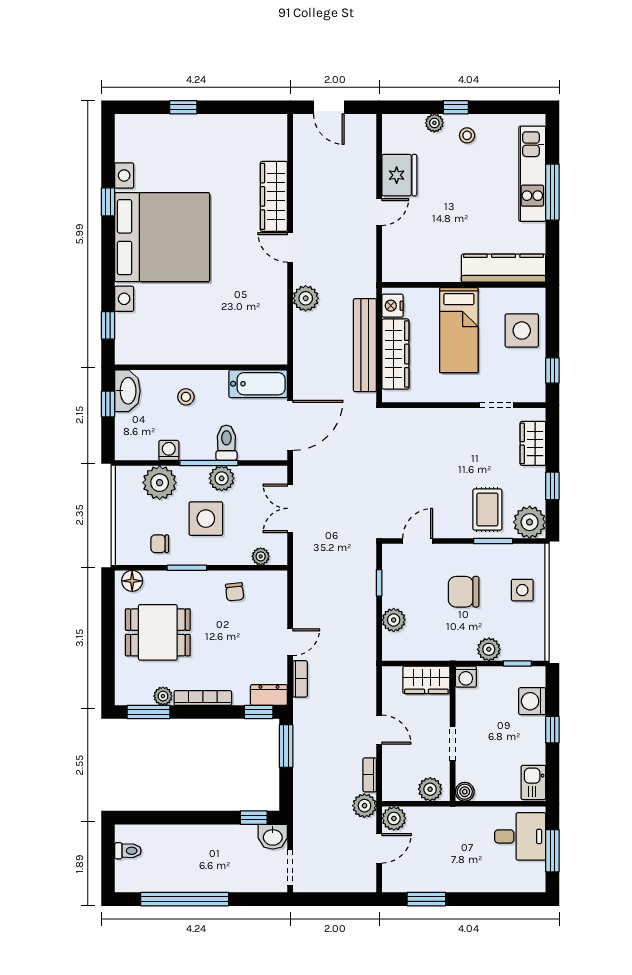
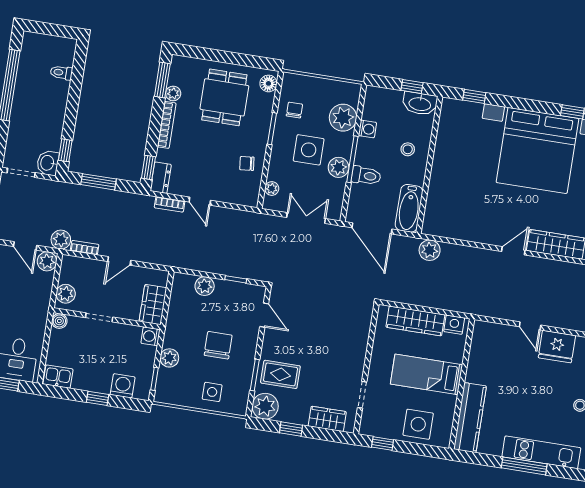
plant: (306, 298) -> (430, 250), moved
bench: (365, 345) -> (426, 298), removed
window: (286, 746) -> (98, 182), moved
toilet: (128, 851) -> (61, 73), moved, turned 90

